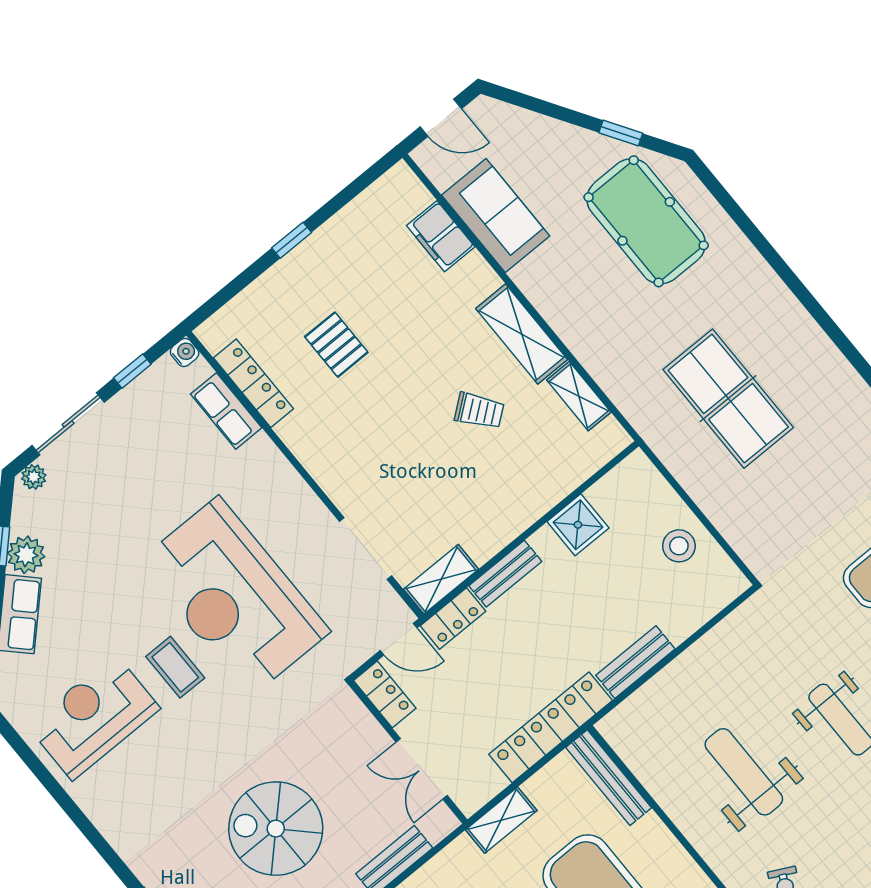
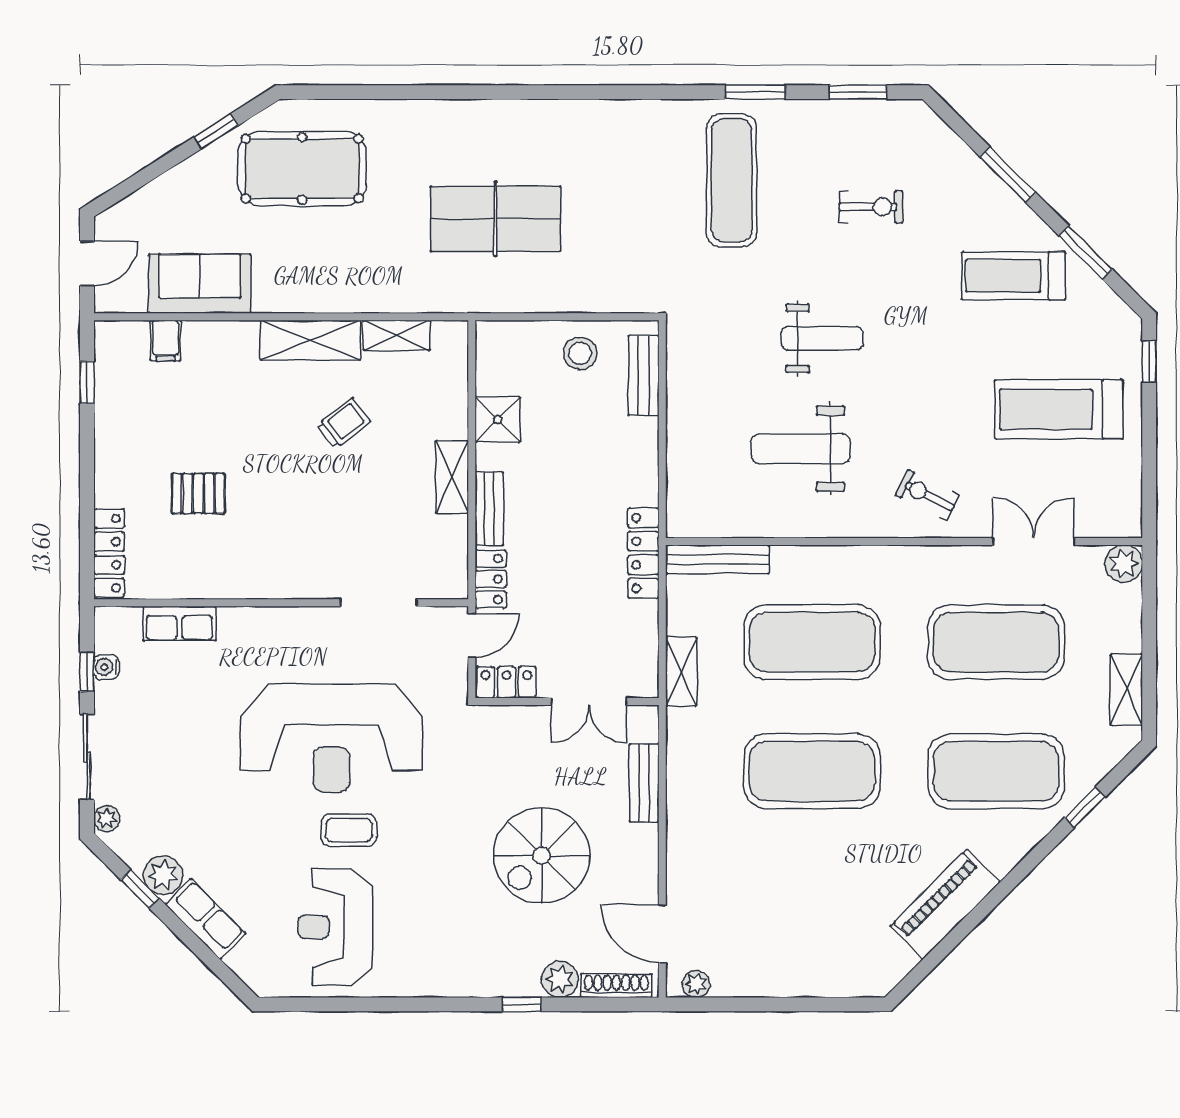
filing cabinet: (441, 236) -> (165, 341), width x0.50
window: (292, 240) -> (87, 382), moved
water cooler: (185, 352) -> (106, 667), moved, turned -90
locker: (253, 383) -> (109, 553), moved, turned 90
shelving: (441, 579) -> (452, 477), moved
bench: (635, 662) -> (644, 375), moved
locker: (551, 727) -> (643, 553), width x0.71, depth x0.83

